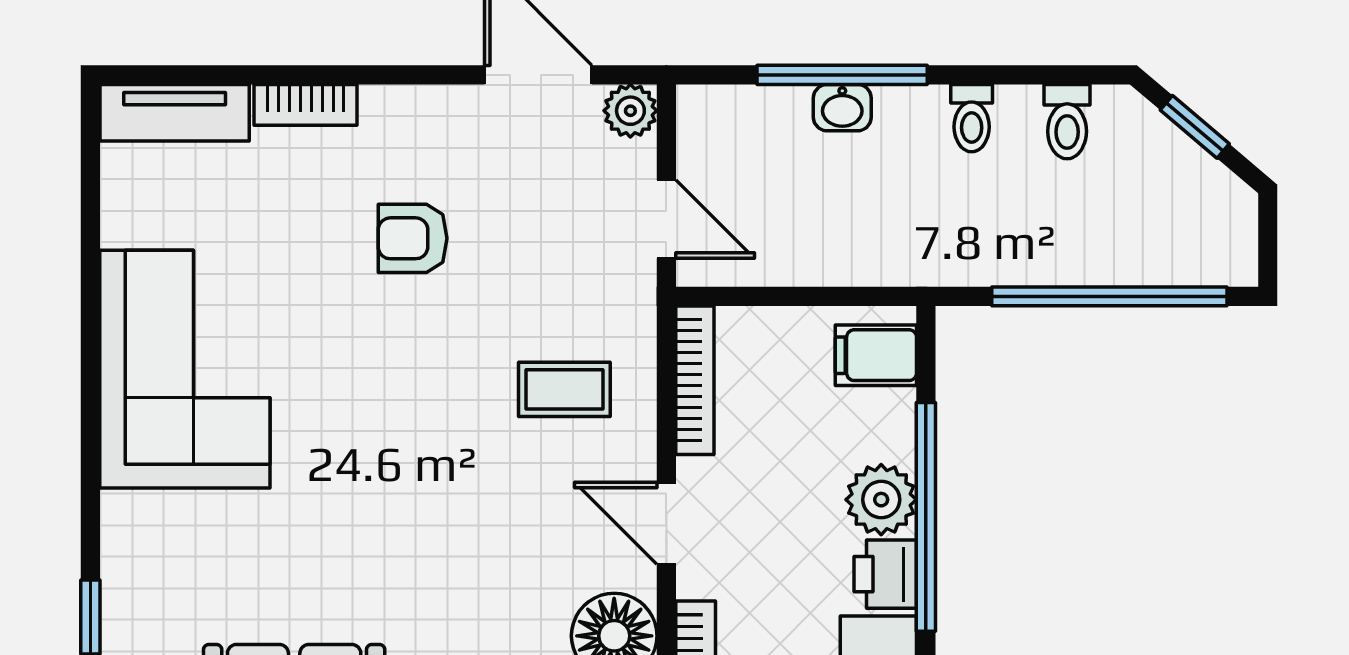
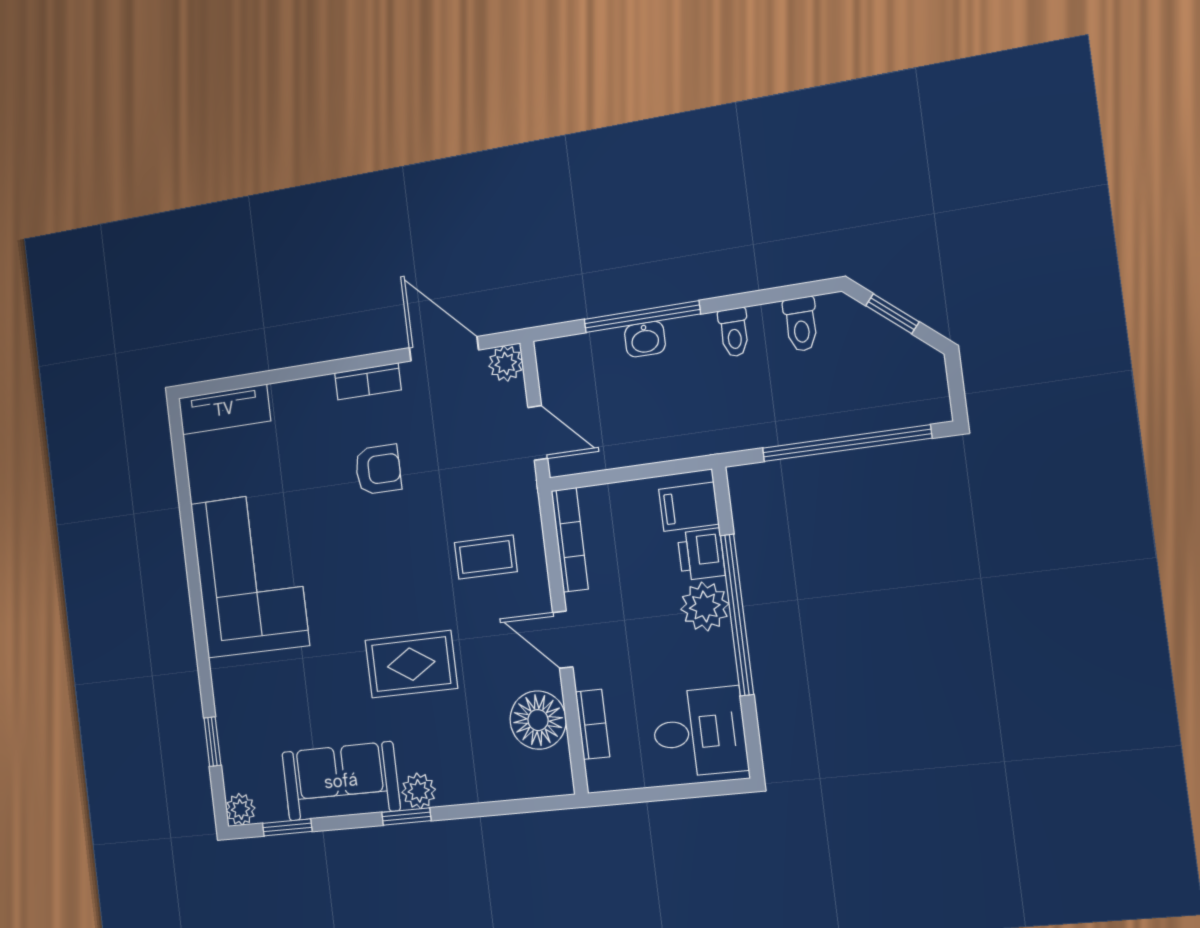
bookcase: (306, 105) -> (368, 381), moved
armchair: (413, 238) -> (378, 470), turned 180
rug: (428, 533) -> (411, 664), added
printer: (885, 574) -> (701, 554), moved

